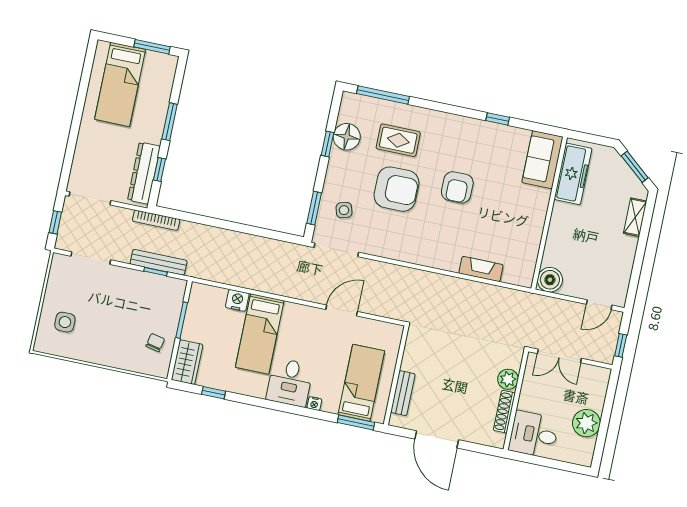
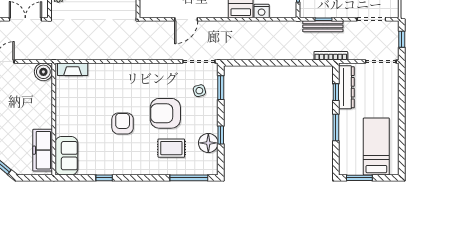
fireplace: (481, 269) -> (73, 69), moved

